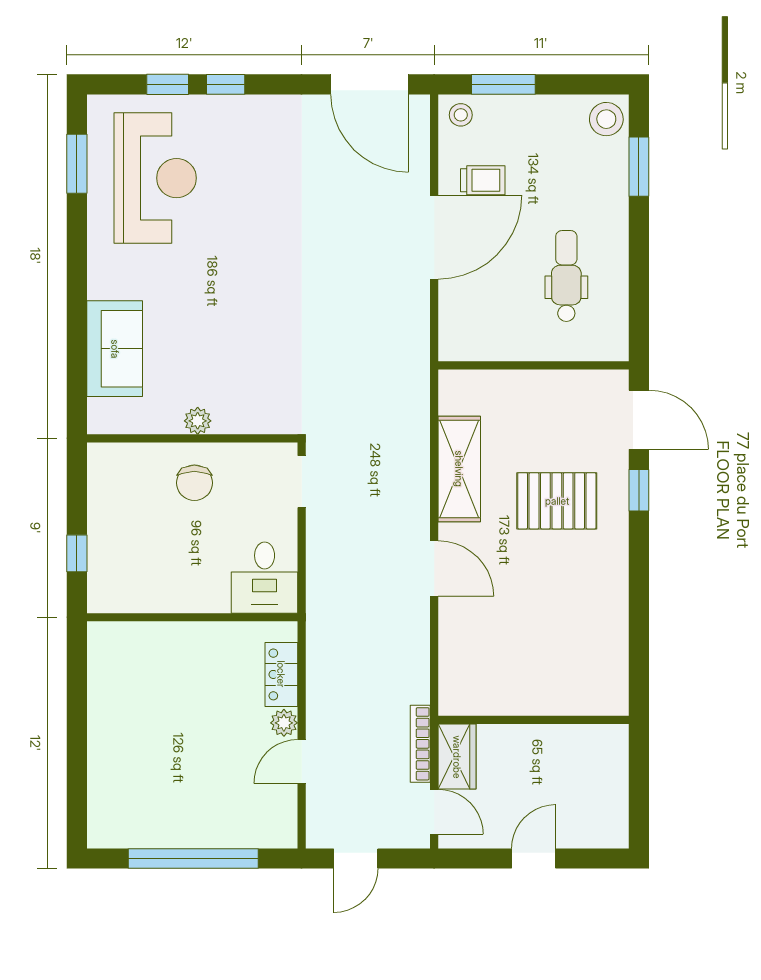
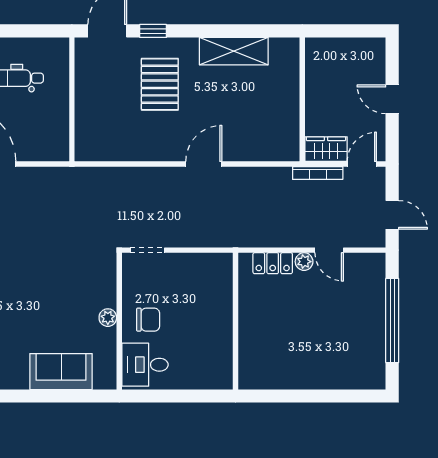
shelving: (459, 469) -> (234, 51), moved
window: (77, 553) -> (194, 396), removed
desk: (265, 578) -> (145, 365), moved, turned 180

